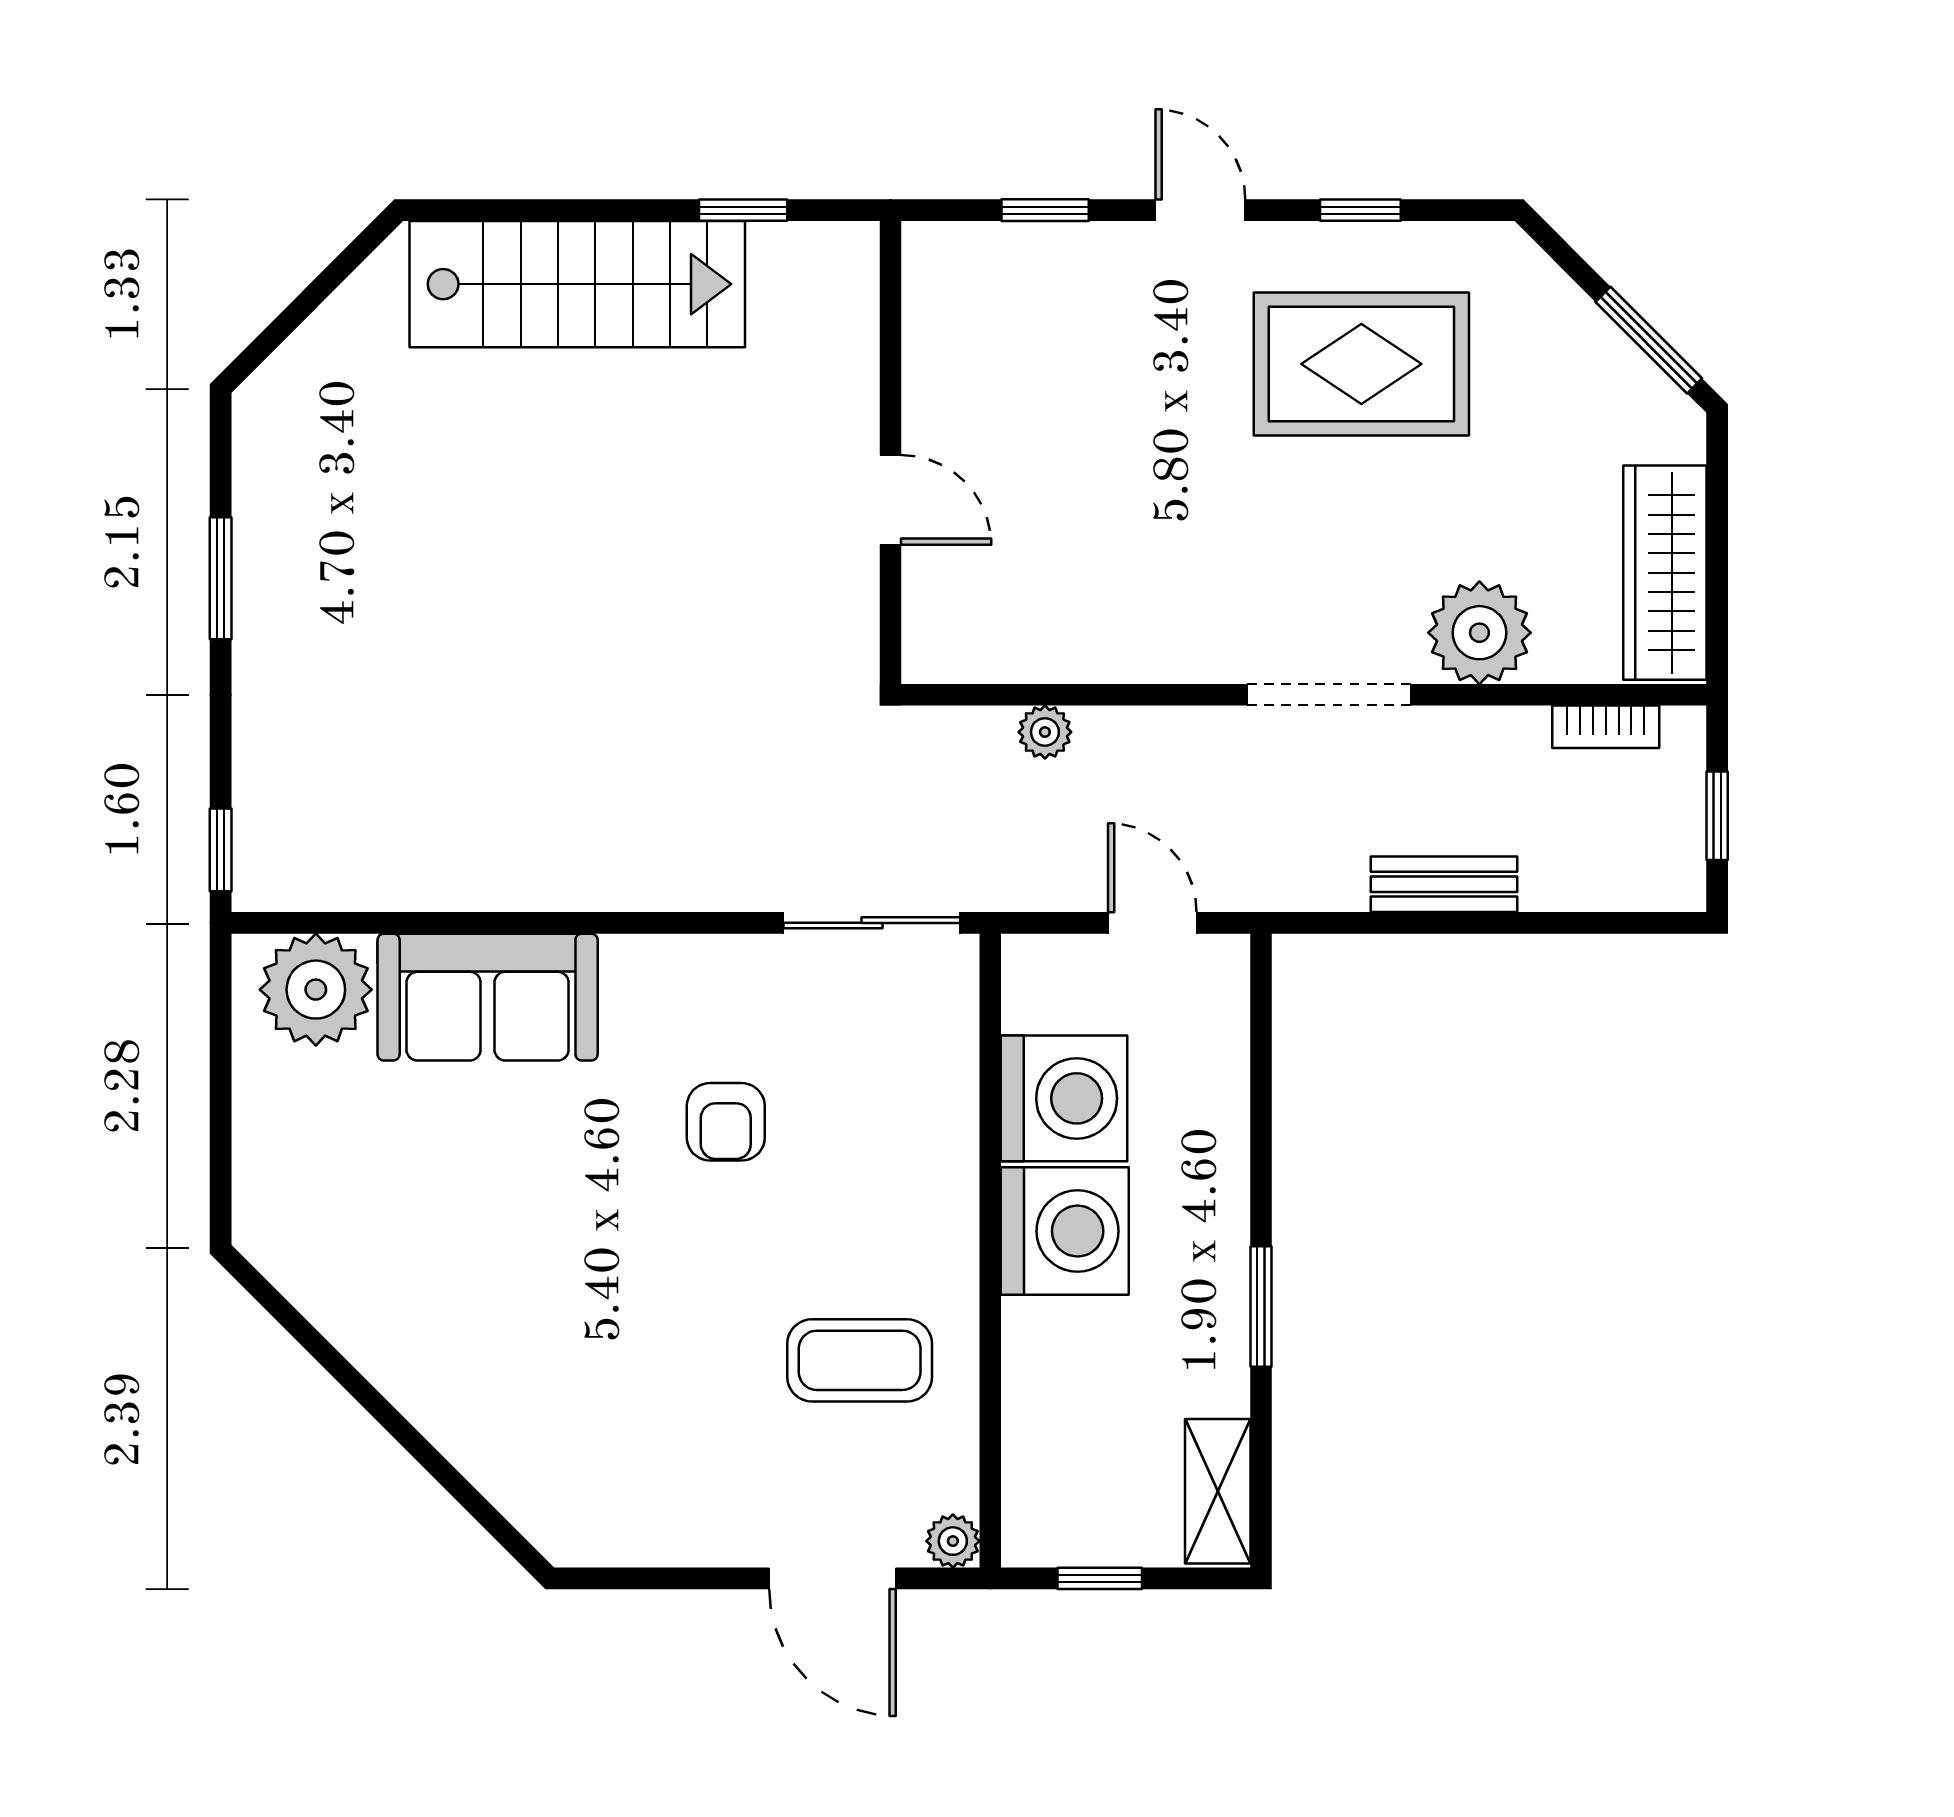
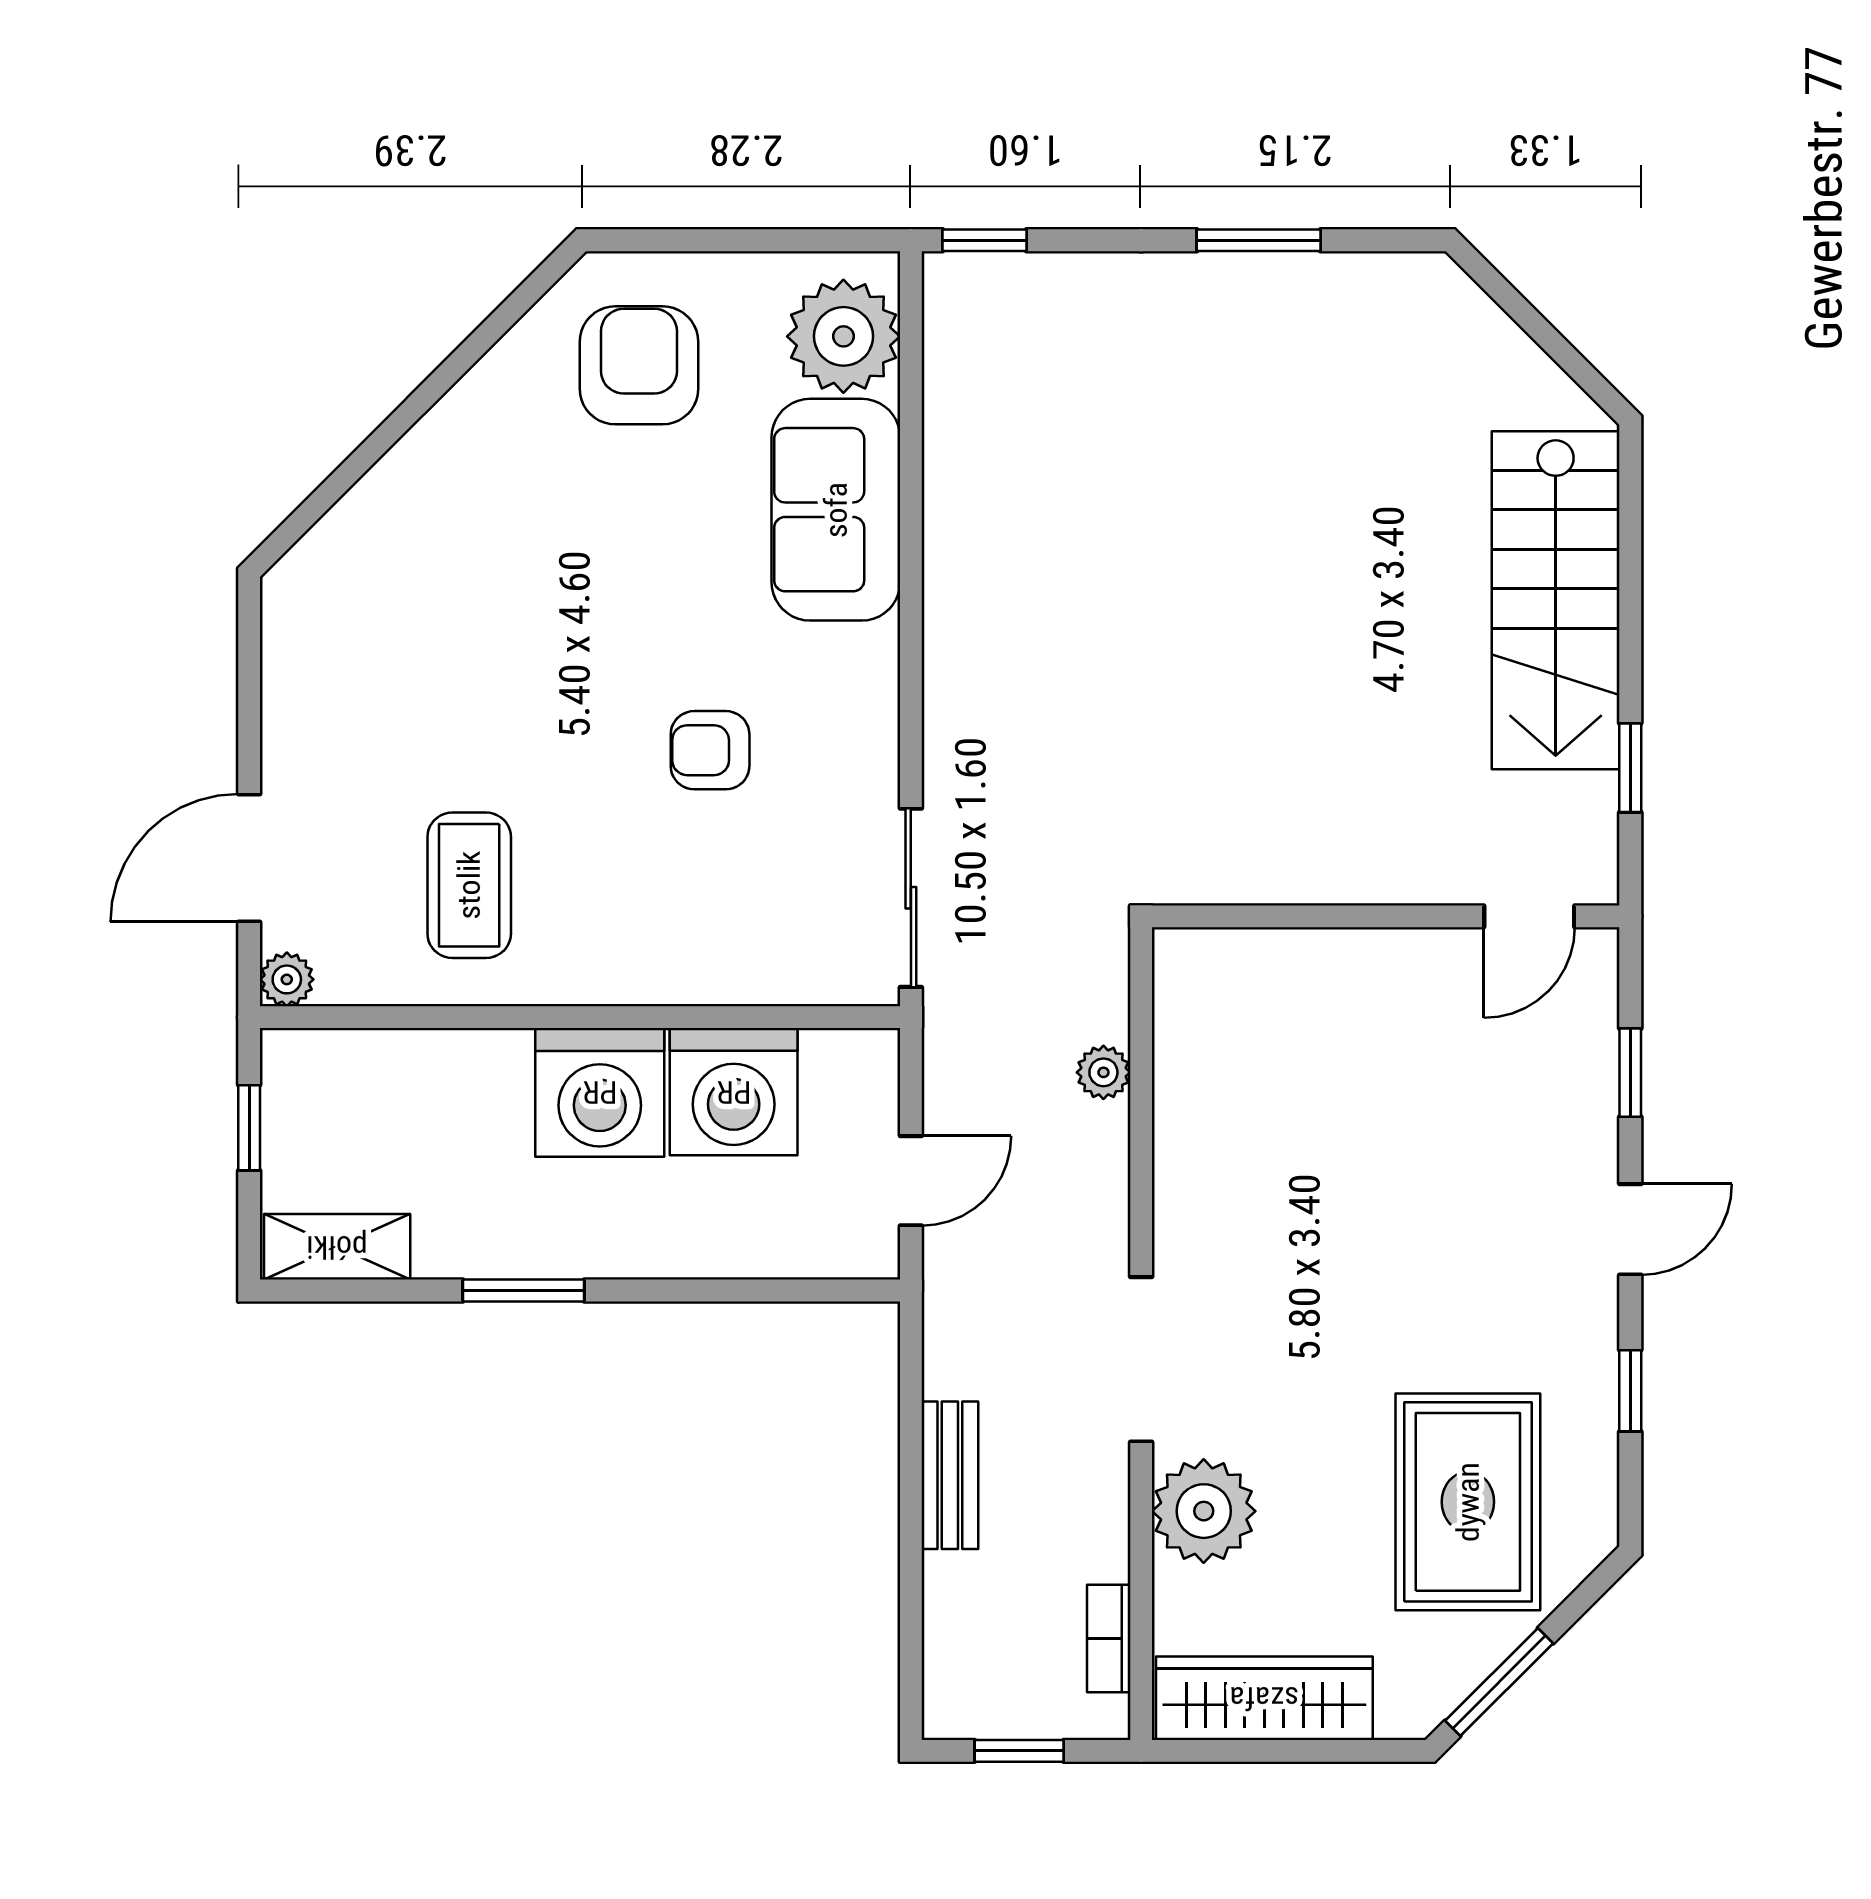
rug: (1361, 364) -> (1468, 1502), moved
door: (890, 500) -> (1529, 916), moved
armchair: (345, 1192) -> (639, 365), added

